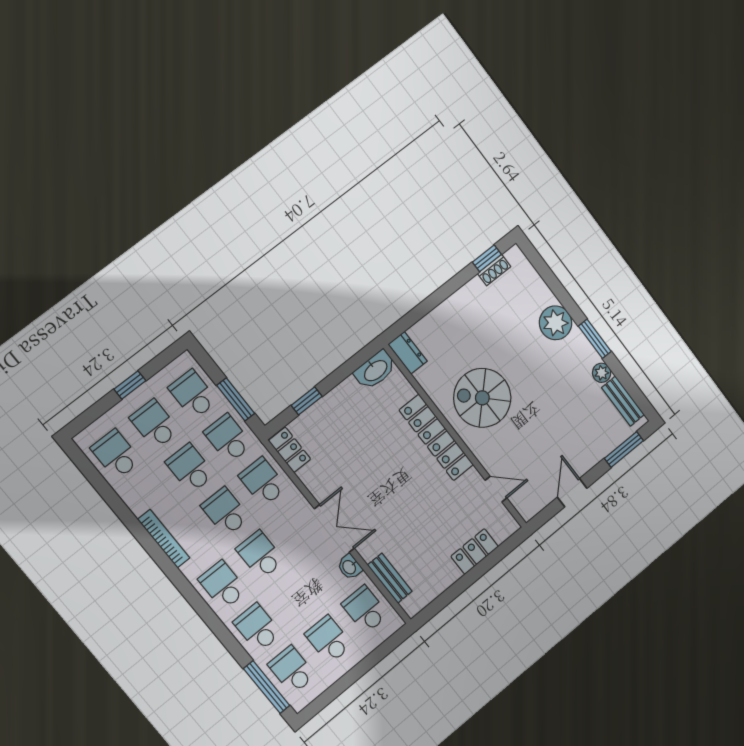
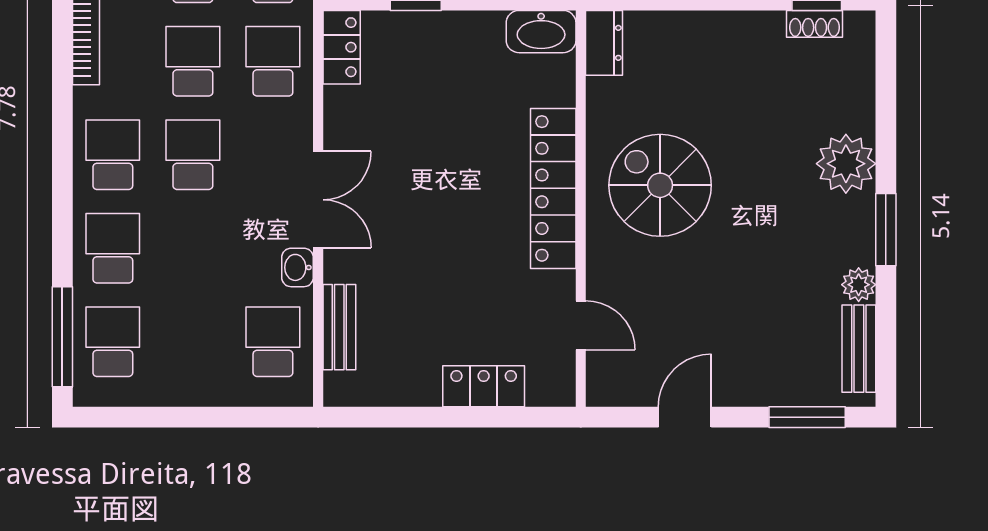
school desk: (329, 640) -> (193, 342), removed

